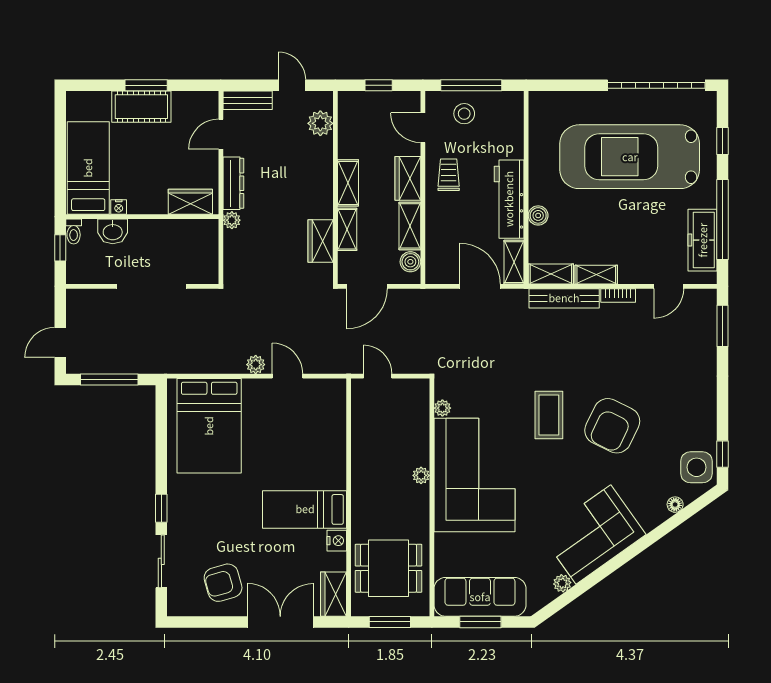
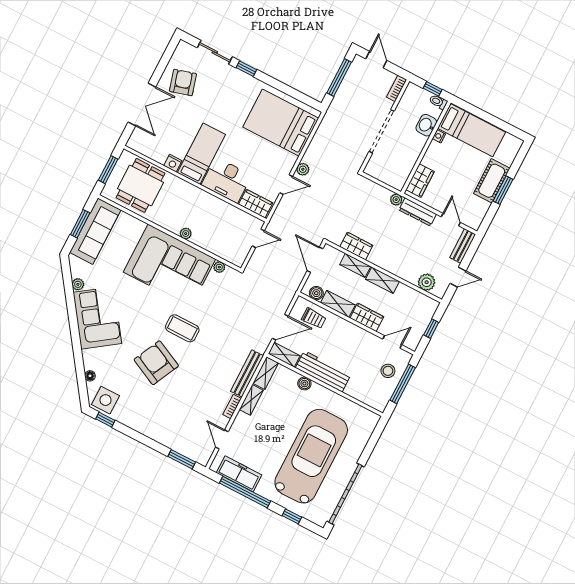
trolley: (449, 175) -> (314, 318), moved
bookcase: (84, 296) -> (397, 88), added
desk: (322, 458) -> (227, 180), added
wardrobe: (334, 594) -> (256, 204), moved

